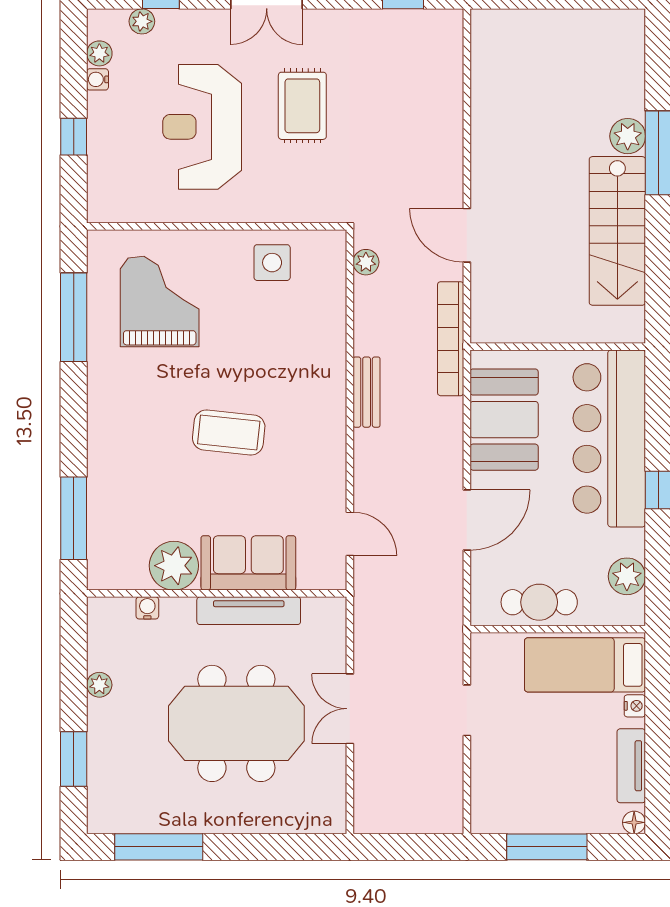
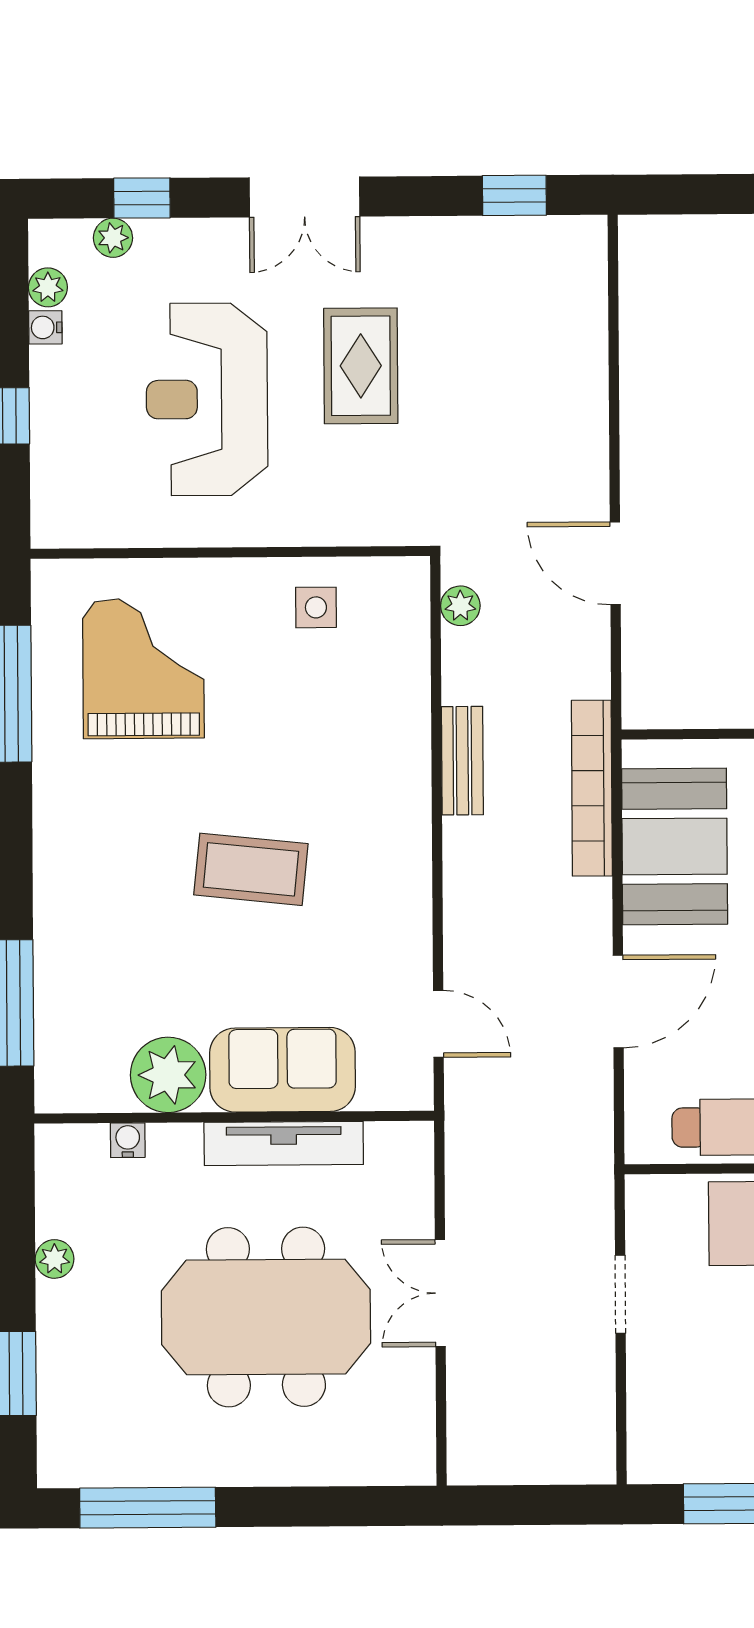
side table: (272, 263) -> (316, 607), width x0.73, depth x0.73
bookcase: (451, 339) -> (592, 788), moved
bench: (367, 392) -> (462, 761), moved

